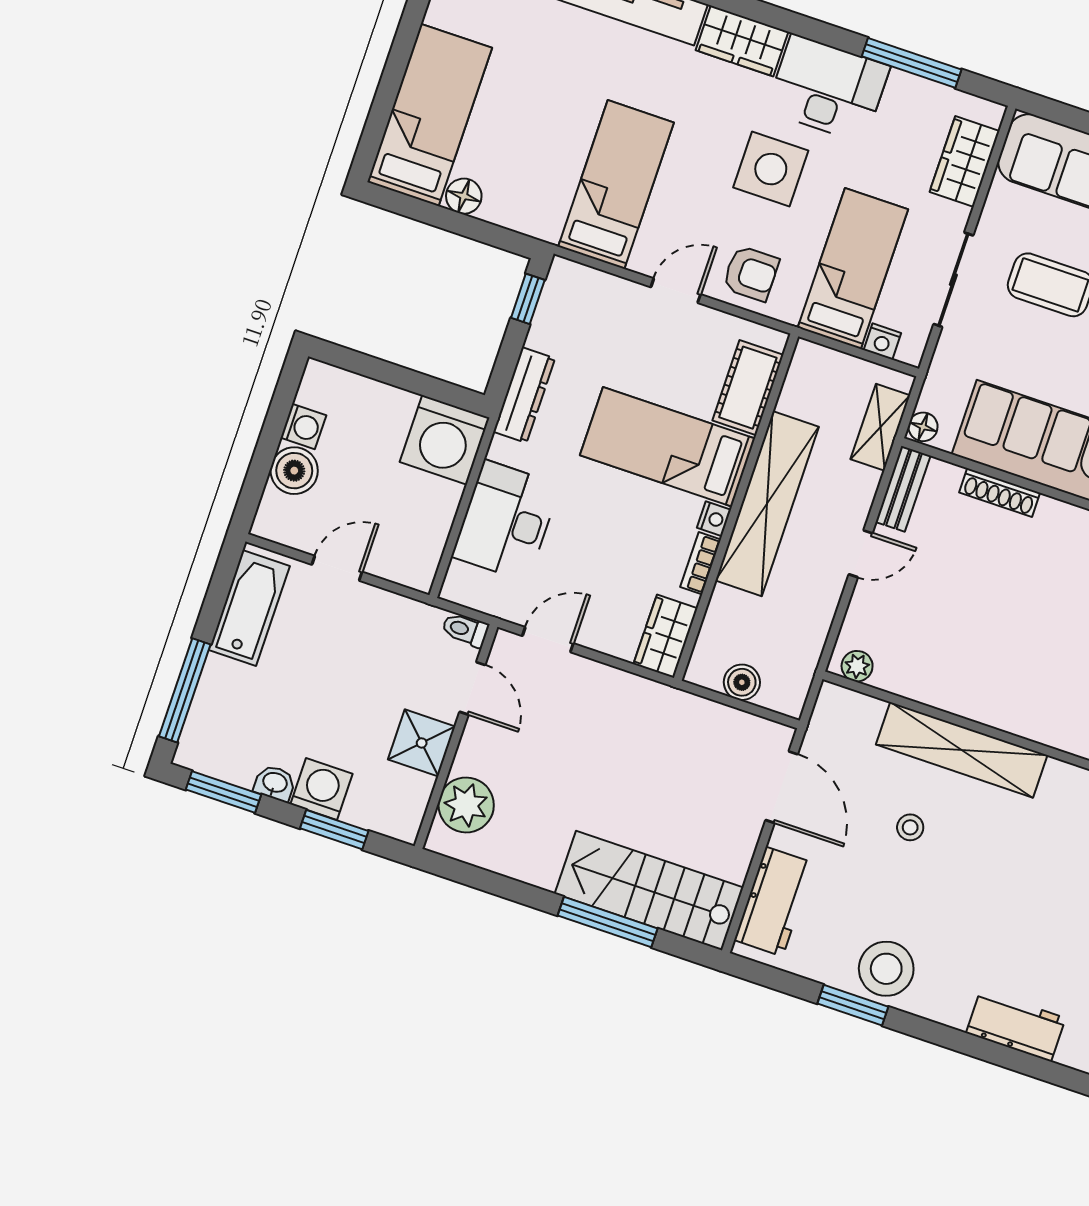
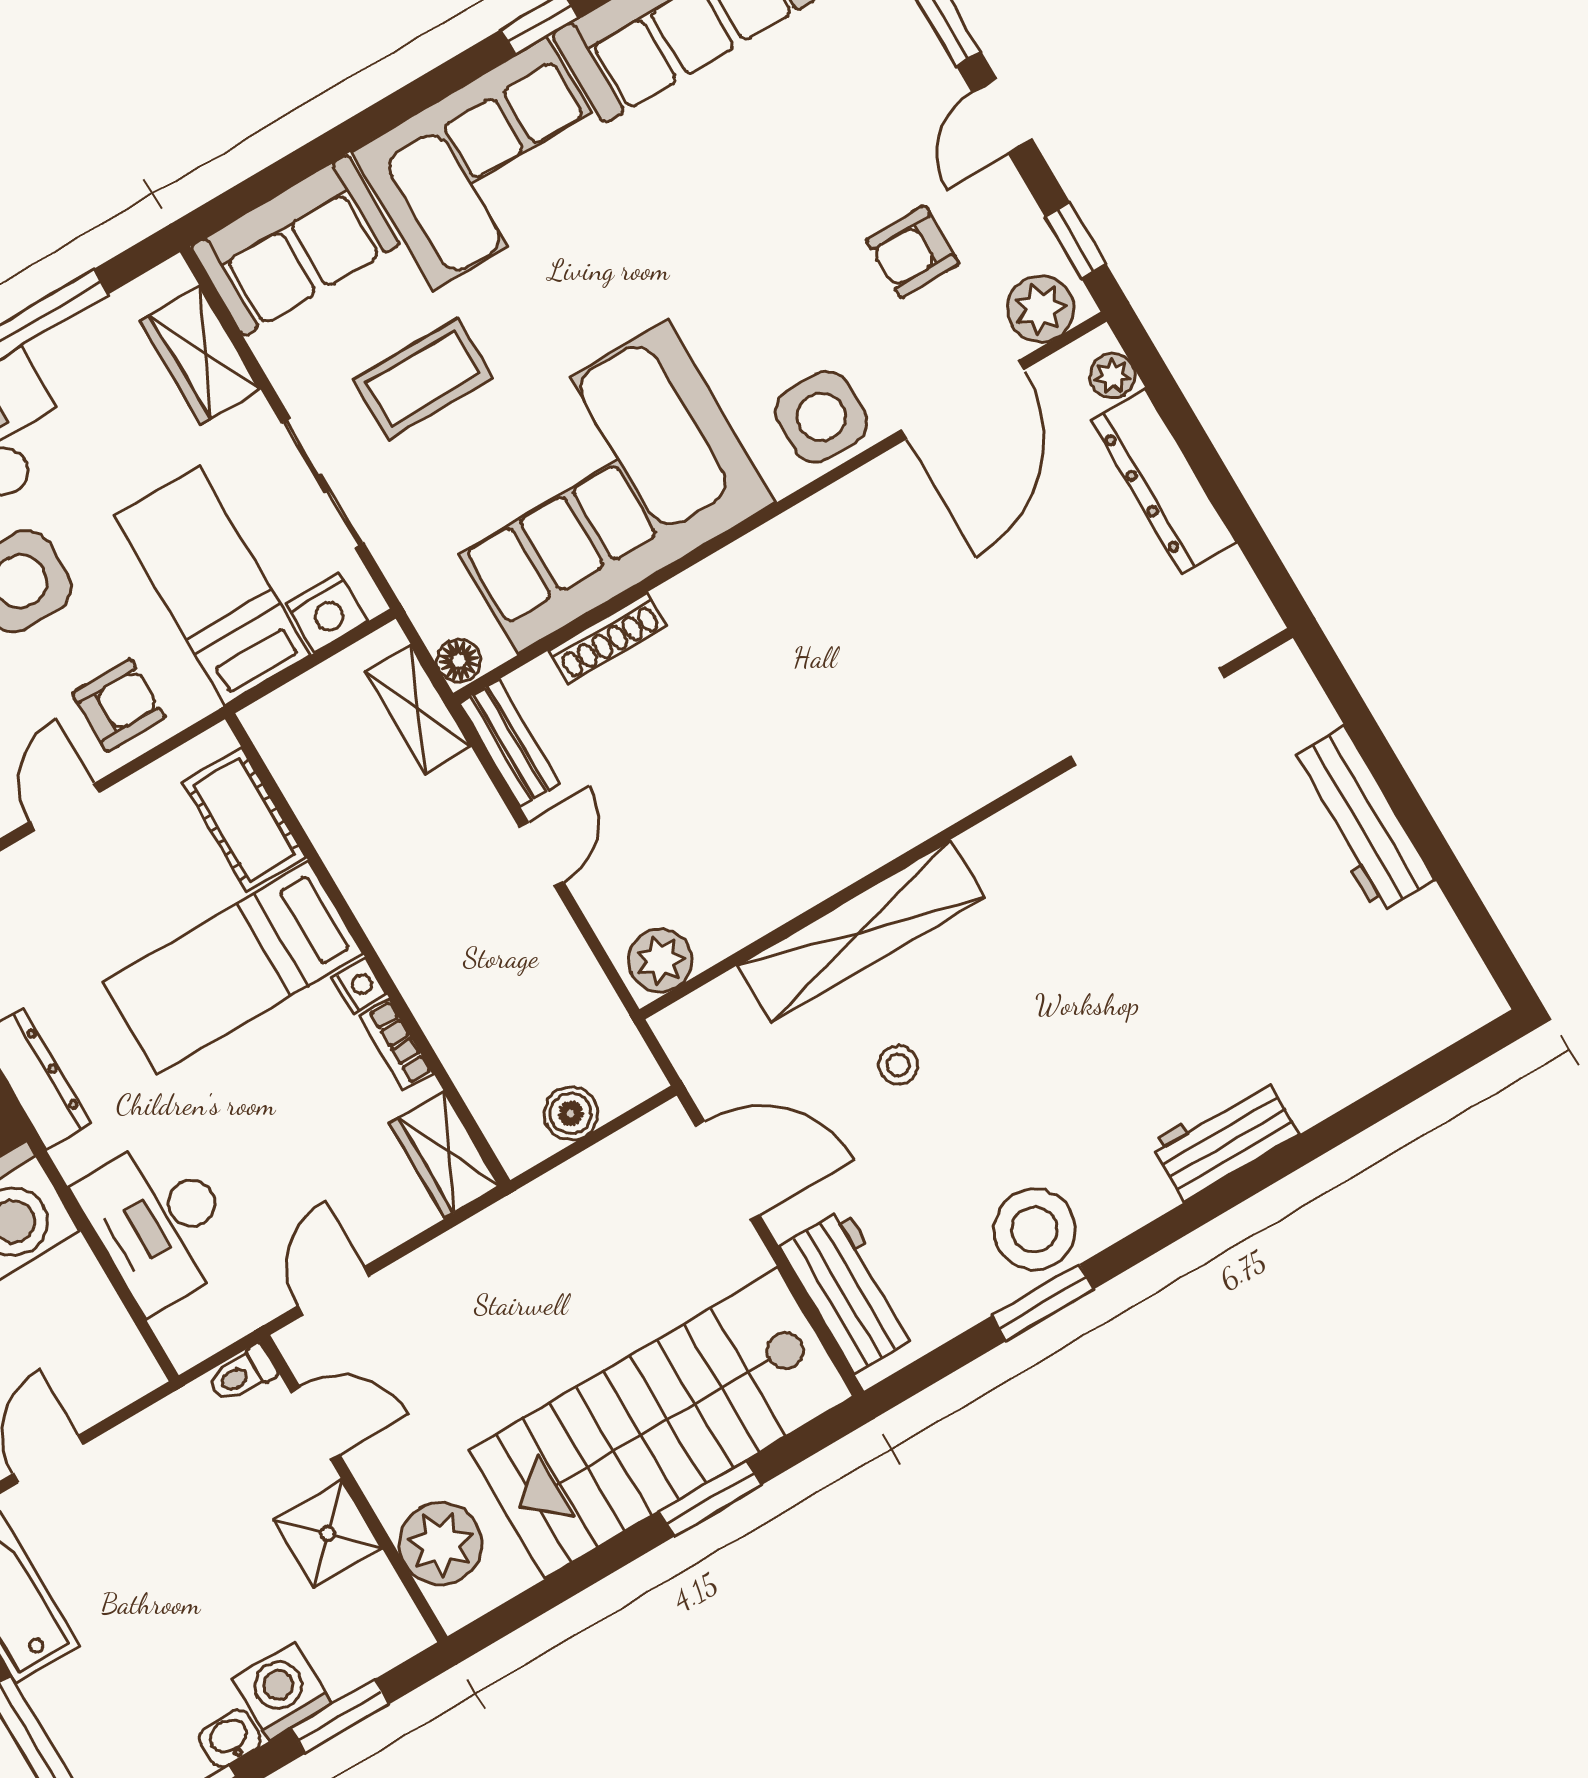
nightstand: (882, 341) -> (327, 612), width x1.39, depth x1.35
shelving: (767, 504) -> (394, 911), removed
plant: (857, 666) -> (660, 960), width x1.38, depth x1.38
stairs: (649, 891) -> (661, 1423), width x1.36, depth x1.51
window: (608, 922) -> (711, 1498), width x0.69

